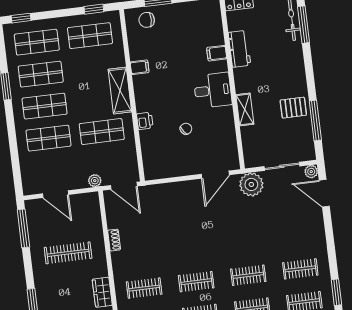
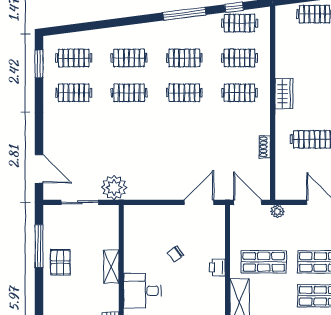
pallet: (293, 108) -> (60, 262), turned 90
plant: (311, 172) -> (50, 193), removed
door: (215, 175) -> (199, 202), moved

